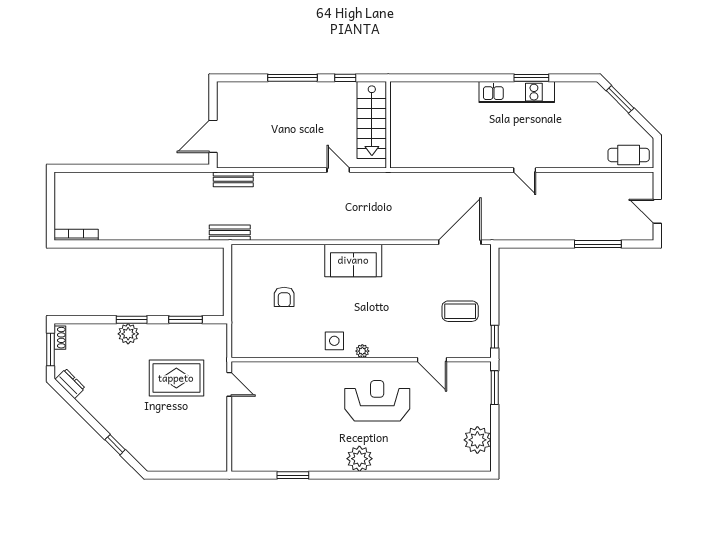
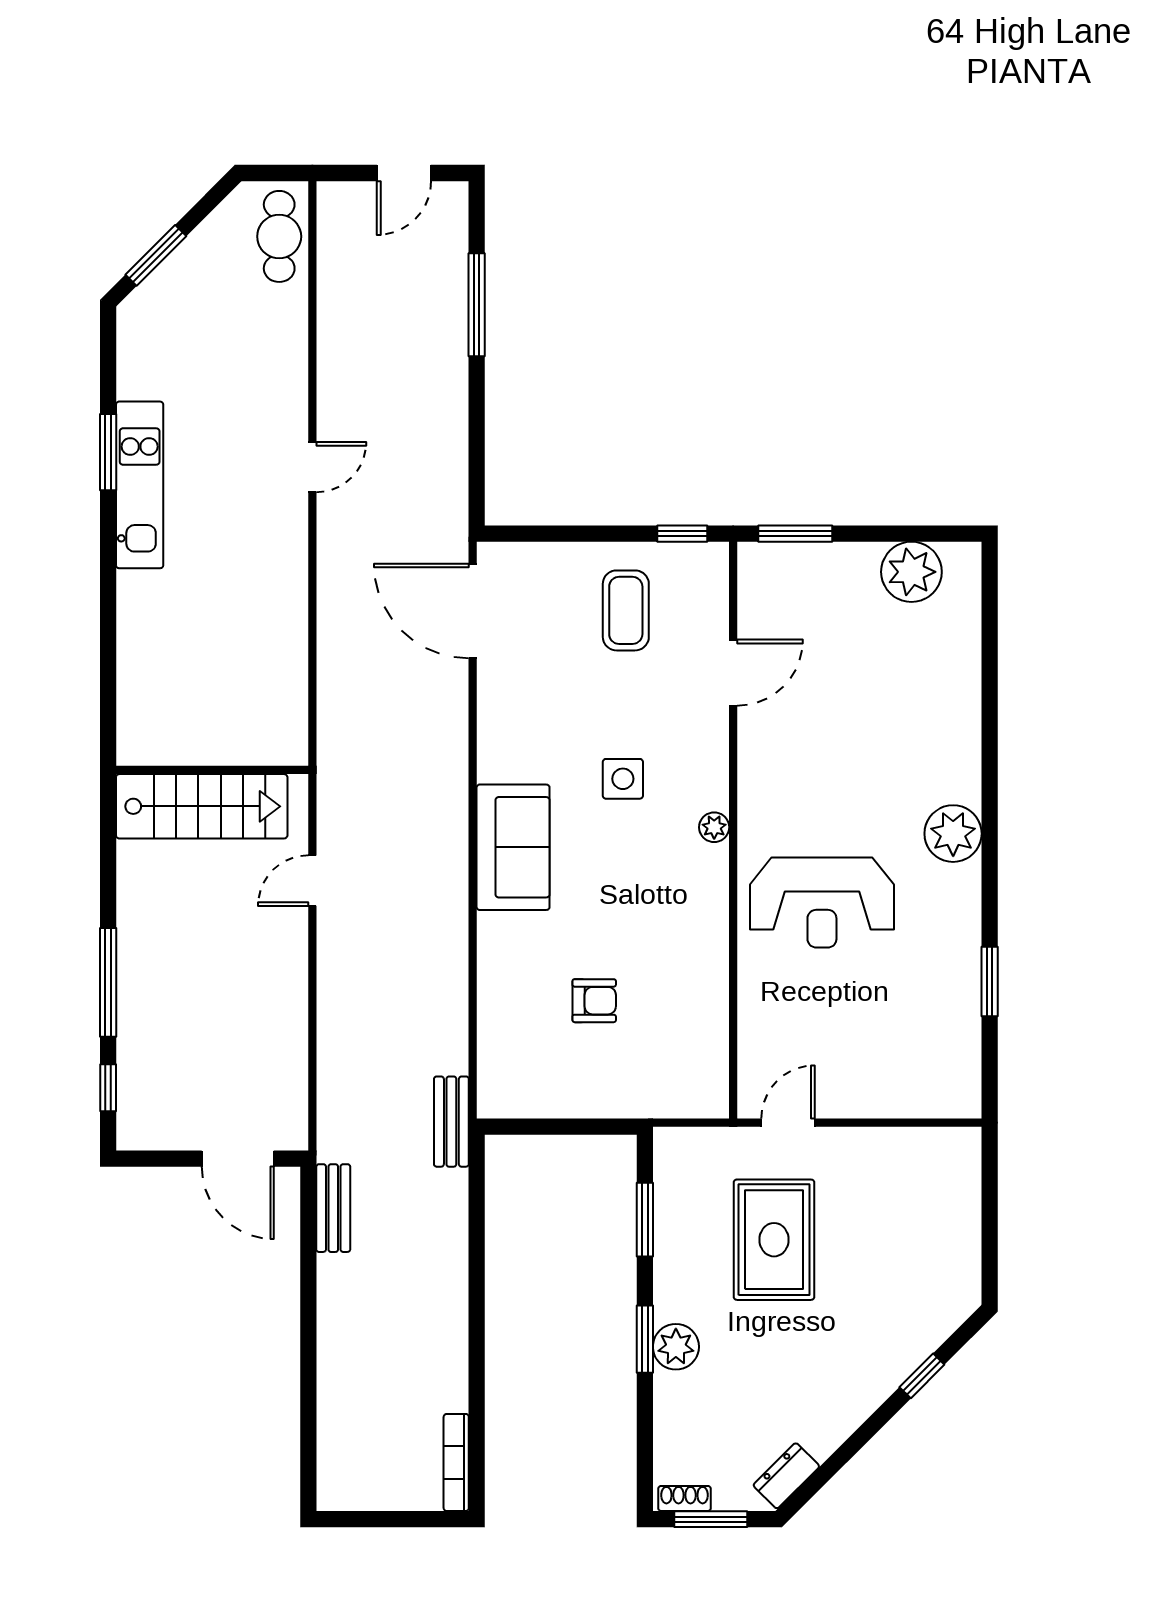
window: (345, 78) -> (108, 1088), moved
bench: (233, 179) -> (333, 1208), moved
side table: (334, 341) -> (623, 779), moved
reception desk: (377, 401) -> (822, 903), moved, turned -90

